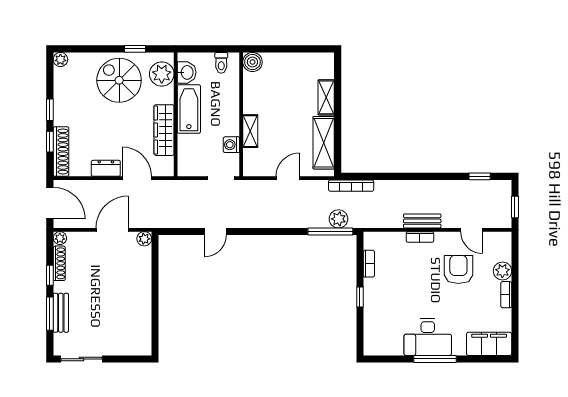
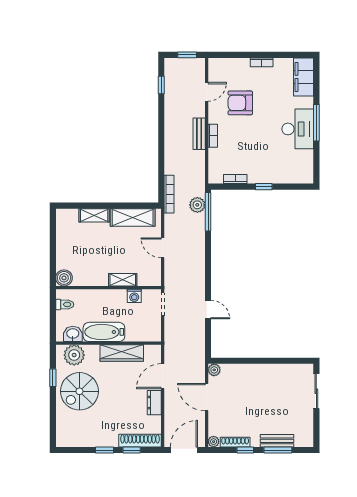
plant: (60, 59) -> (62, 441), removed
plant: (502, 271) -> (242, 65), removed
sliding door: (81, 359) -> (316, 391), moved

